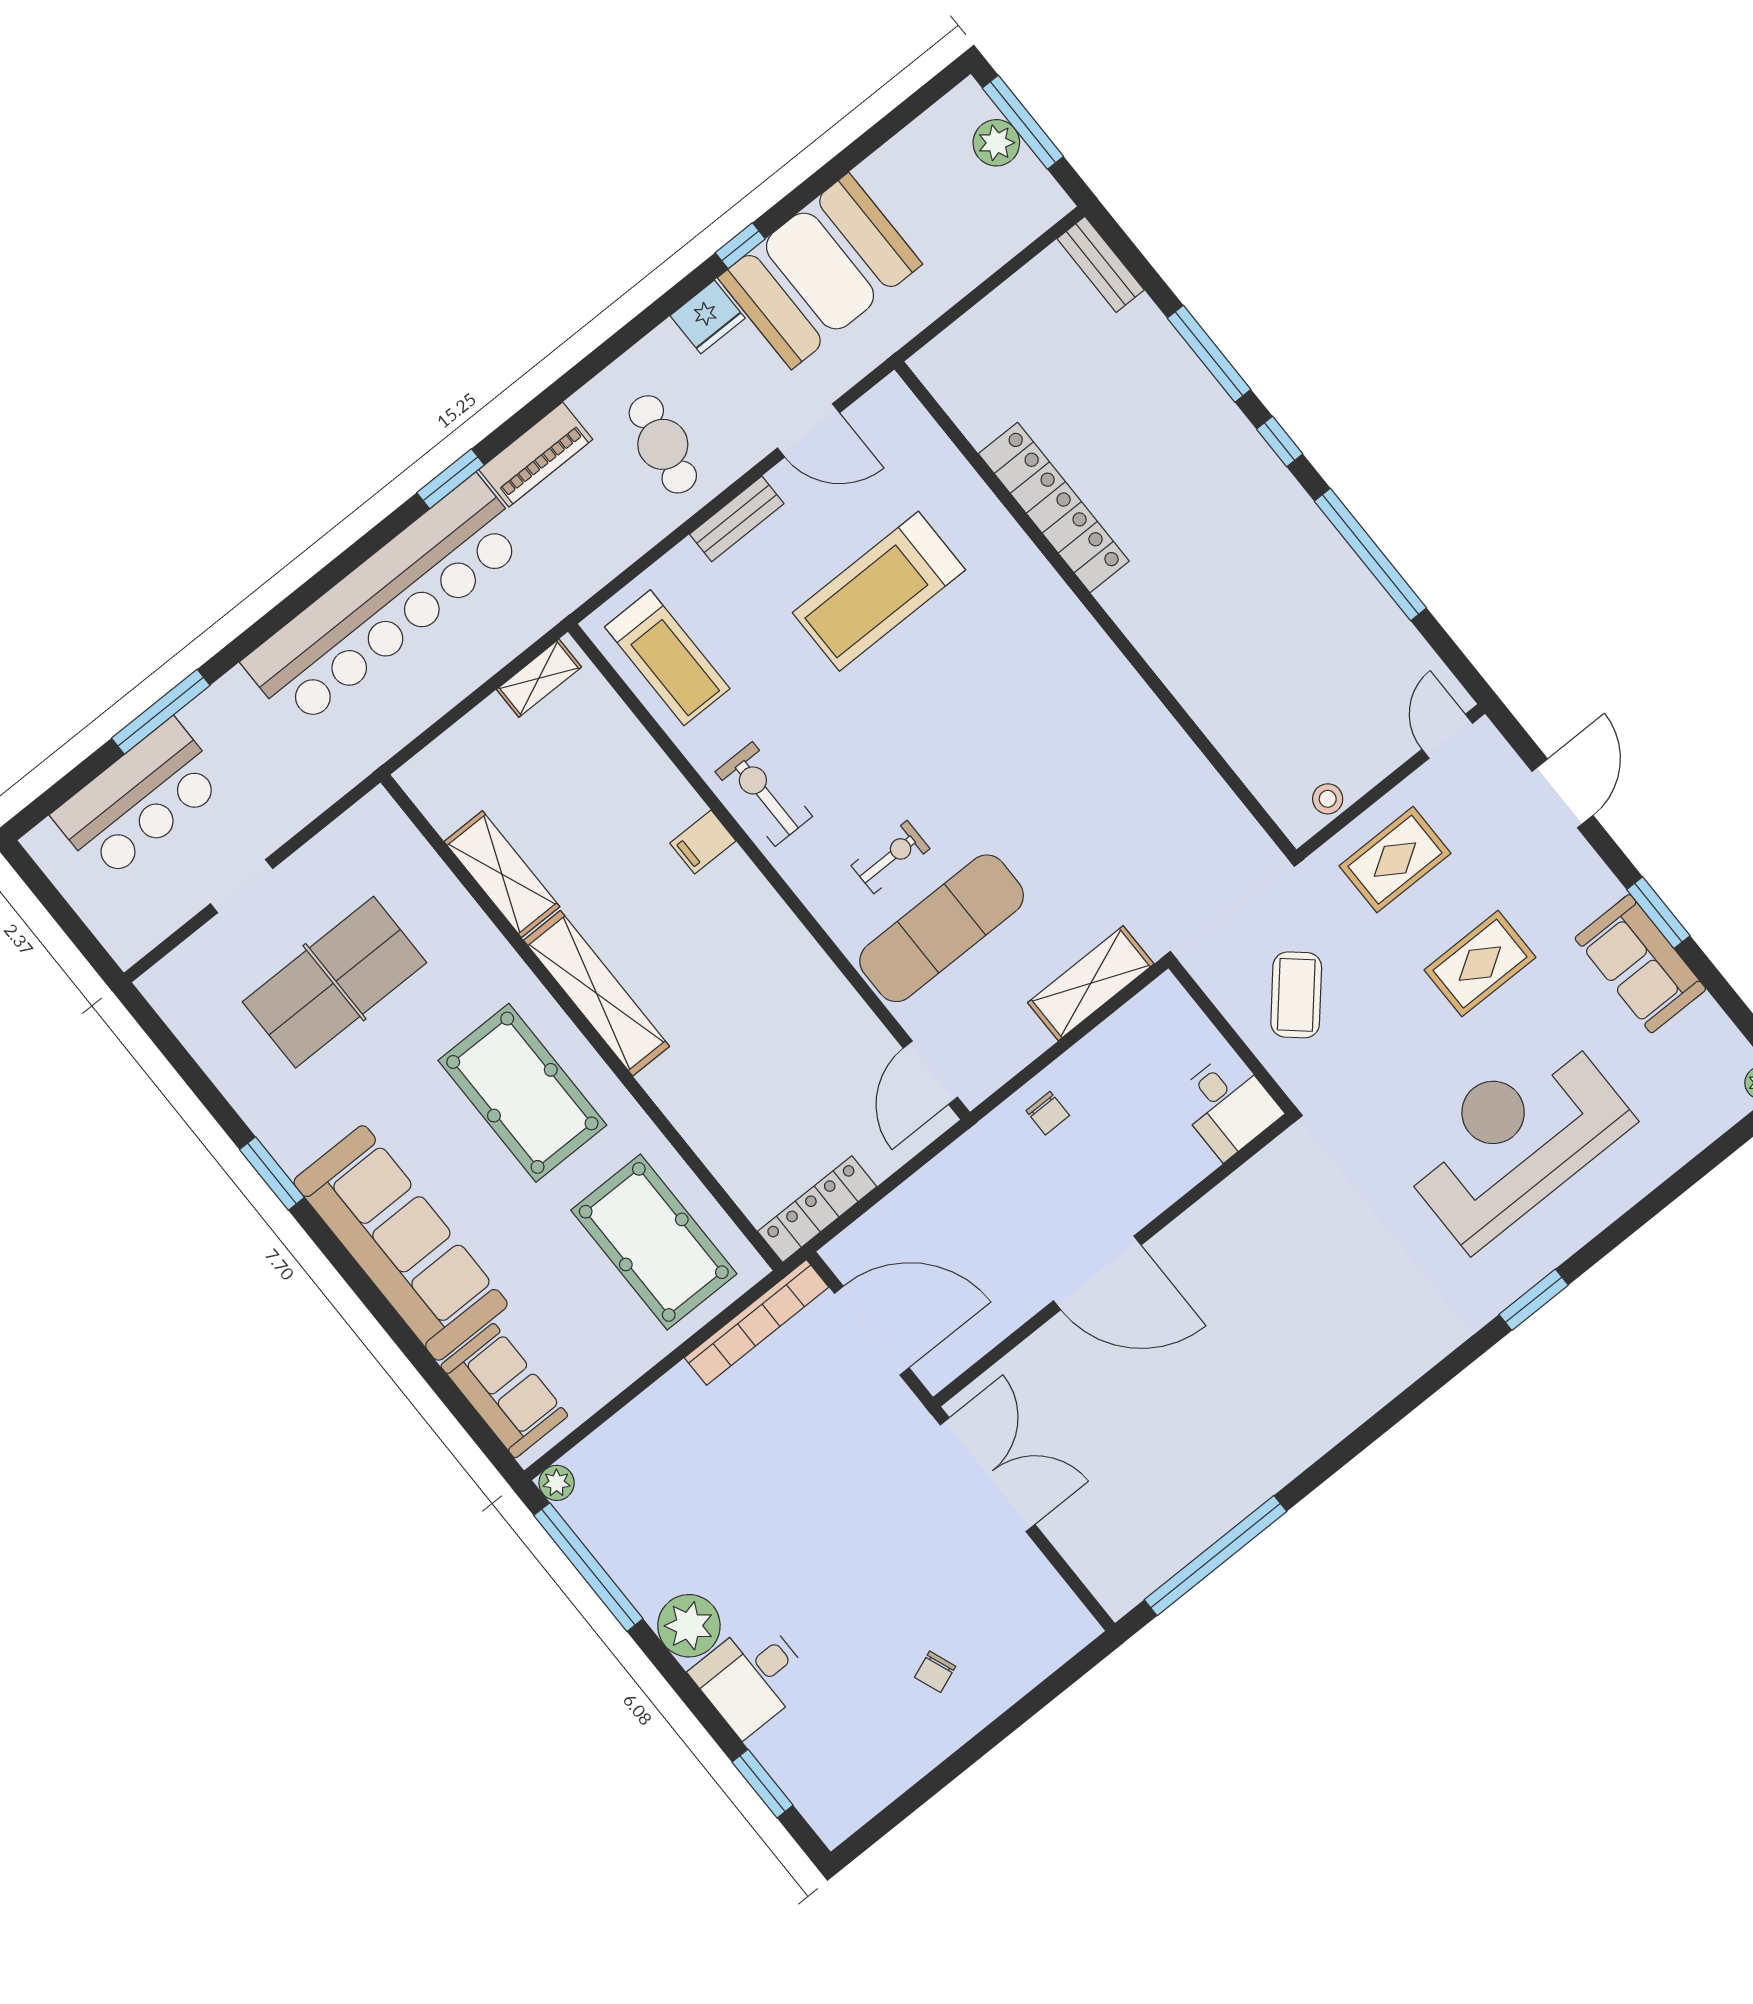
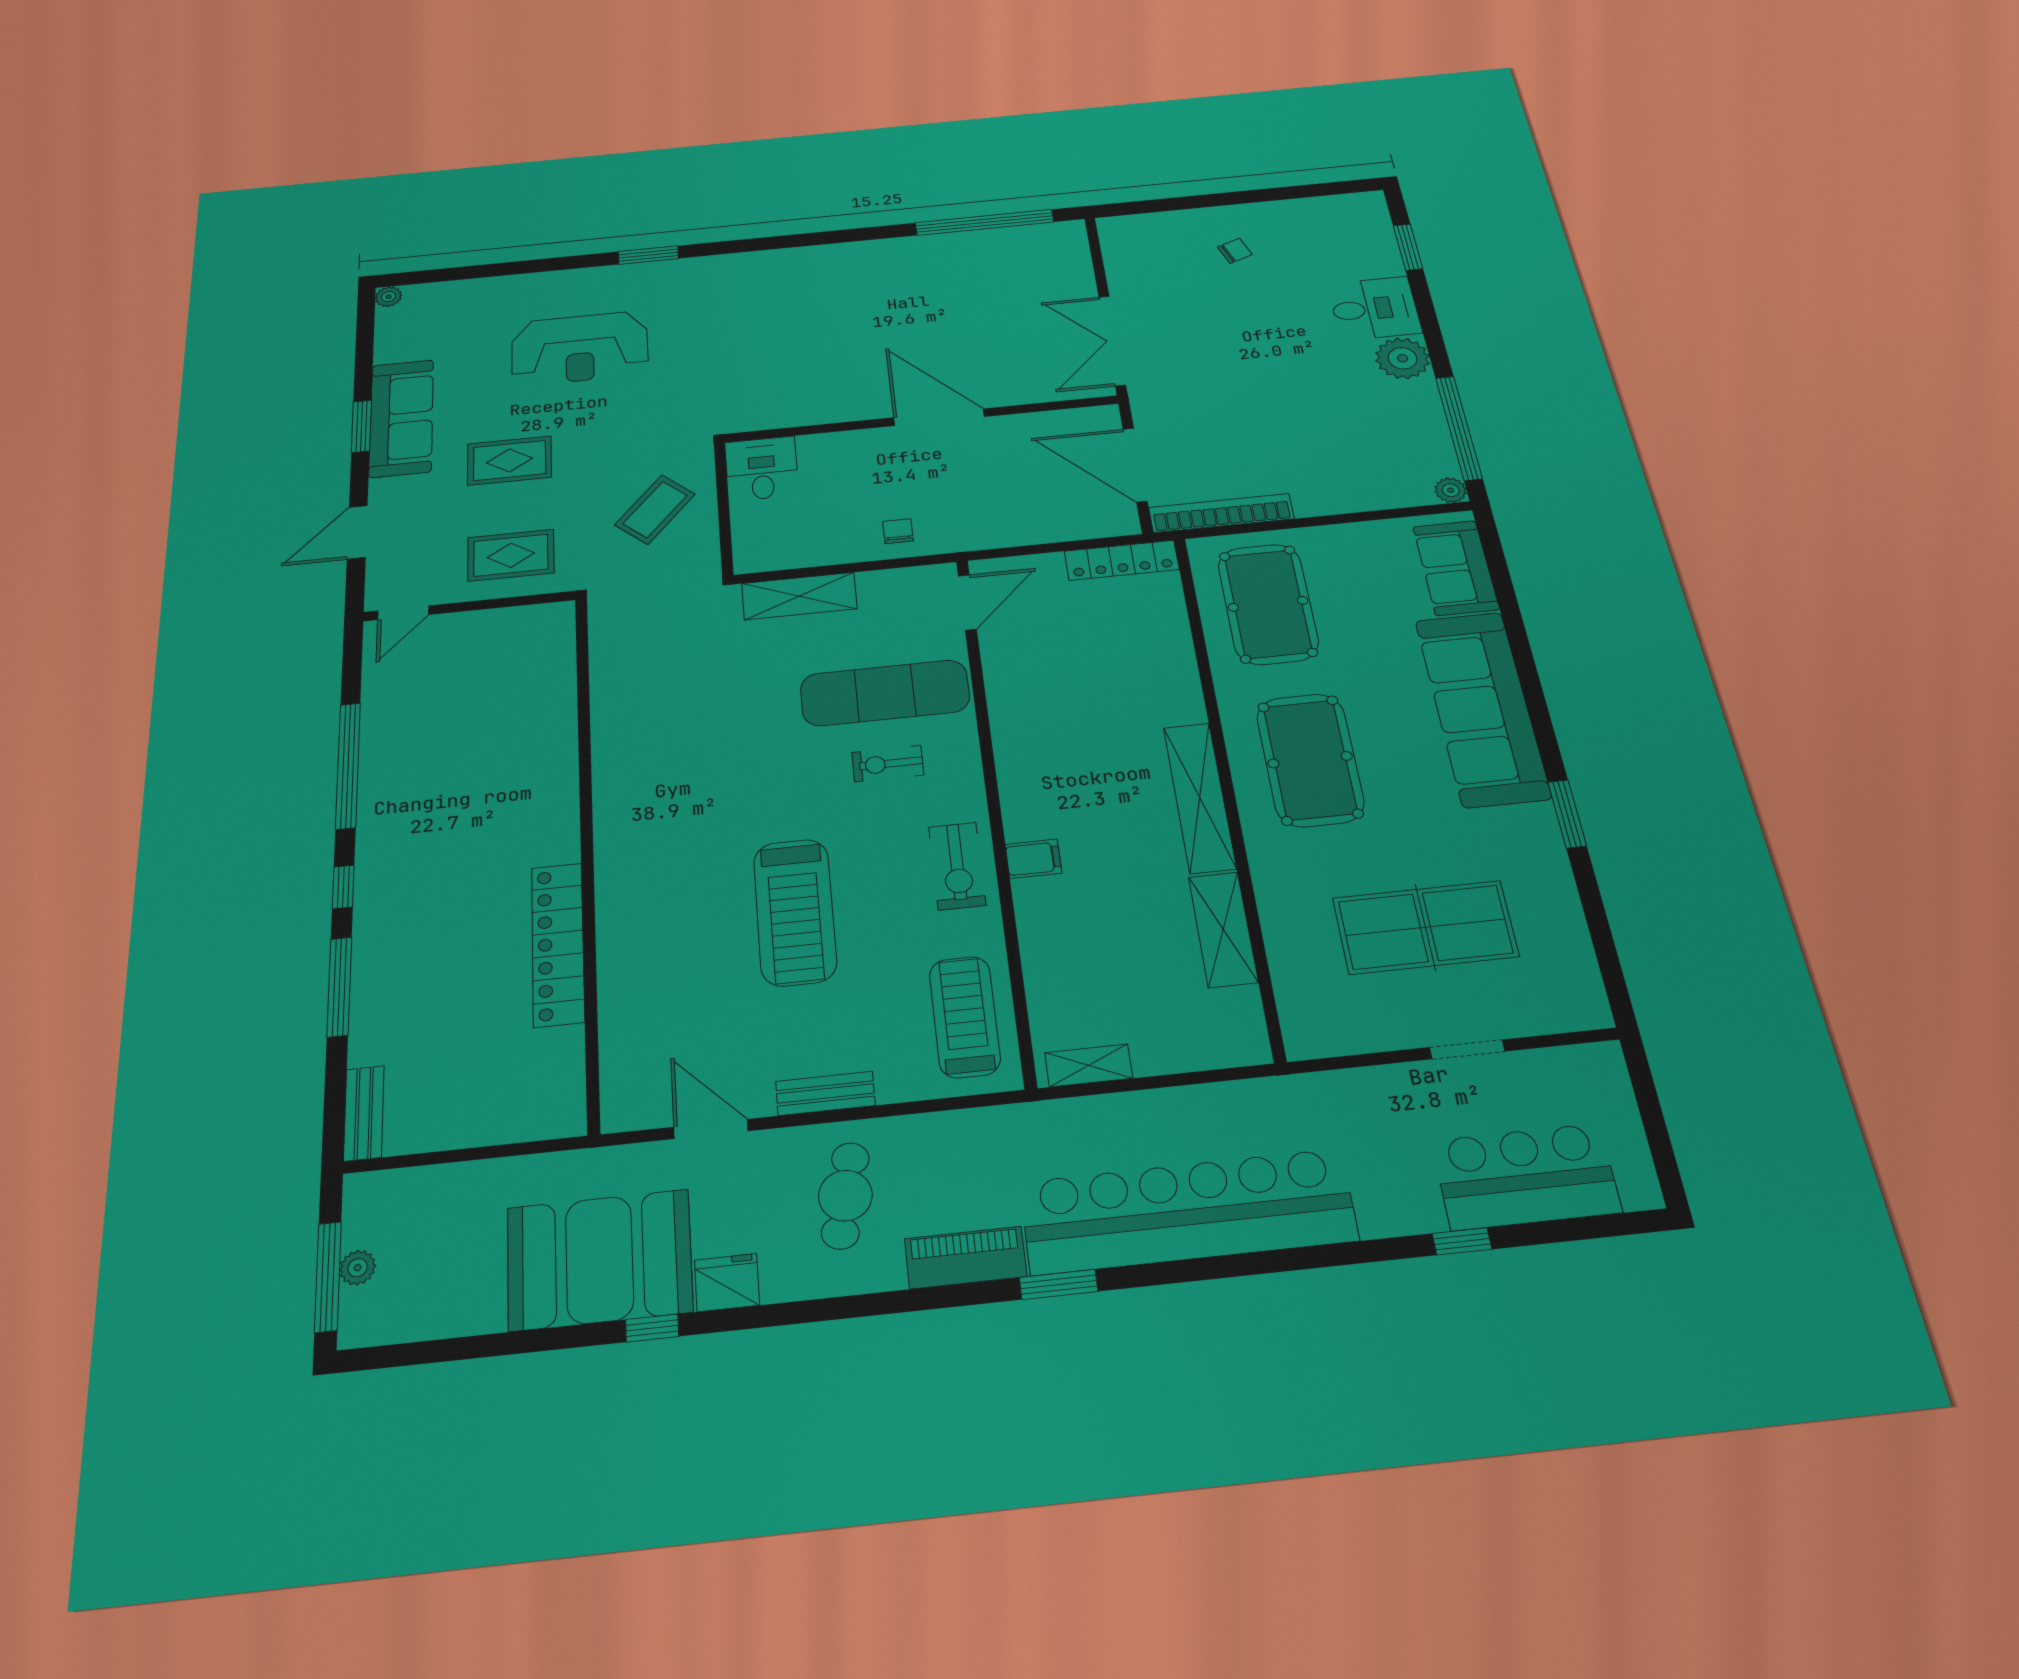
plant: (996, 143) -> (358, 1268), width x0.73, depth x0.73
treadmill: (879, 591) -> (795, 912), moved, turned 90
window: (161, 712) -> (1462, 1241), width x0.46
stool: (1328, 799) -> (524, 620), removed
sofa: (1640, 964) -> (401, 418), width x1.36
reception desk: (1514, 1139) -> (580, 348), width x0.74, depth x0.77

